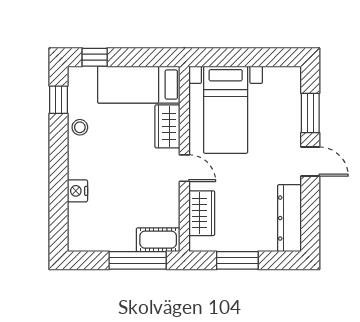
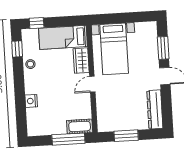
door: (184, 168) -> (92, 84), swing flipped
wardrobe: (202, 213) -> (104, 110), removed

